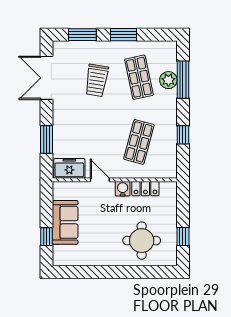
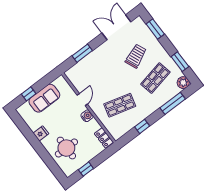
window: (123, 35) -> (180, 62), moved
trolley: (97, 80) -> (136, 56), turned 148
plant: (168, 80) -> (183, 83), moved
freezer: (69, 168) -> (76, 78), removed
locker: (145, 189) -> (104, 138), moved
fridge: (103, 257) -> (41, 133), added

